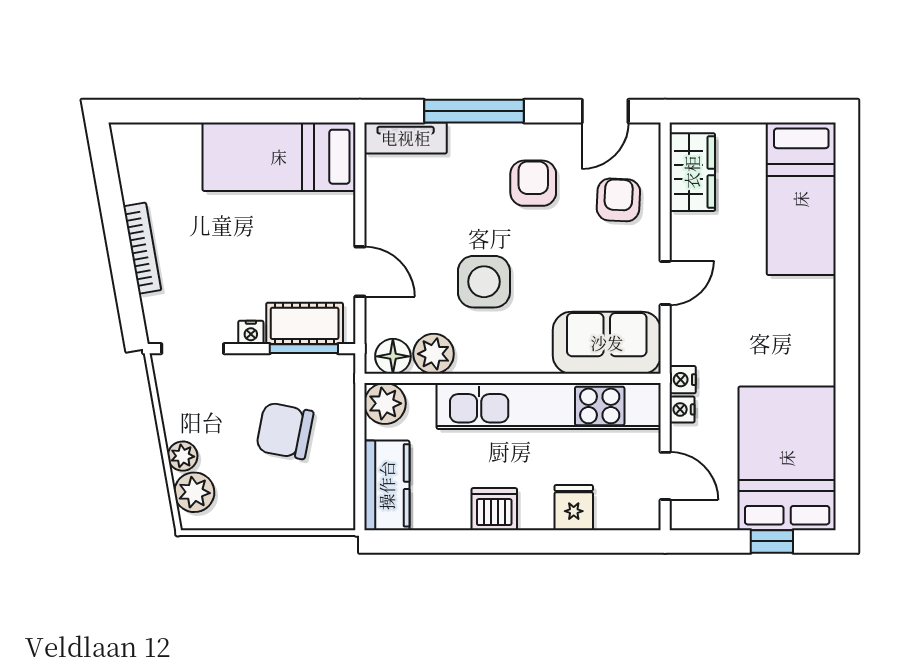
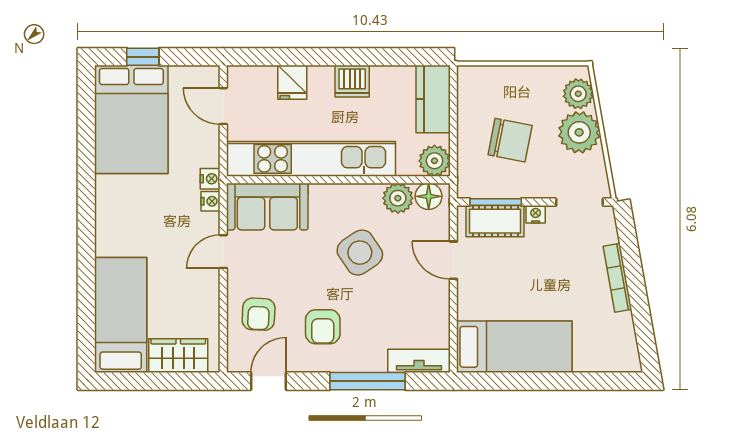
wardrobe: (692, 172) -> (178, 356), moved, turned 90
side table: (484, 282) -> (360, 253), turned -34
nightstand: (682, 409) -> (211, 201), moved
plant: (183, 456) -> (579, 132), width x1.88, depth x1.88

